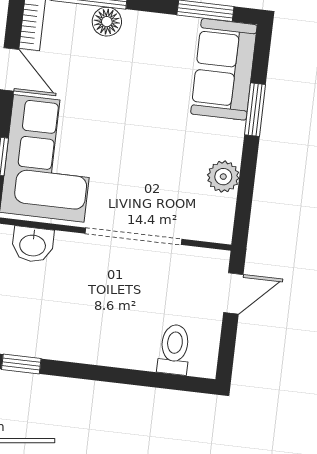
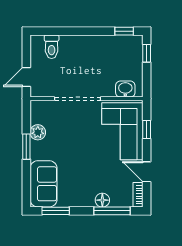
window: (255, 110) -> (26, 147), moved

